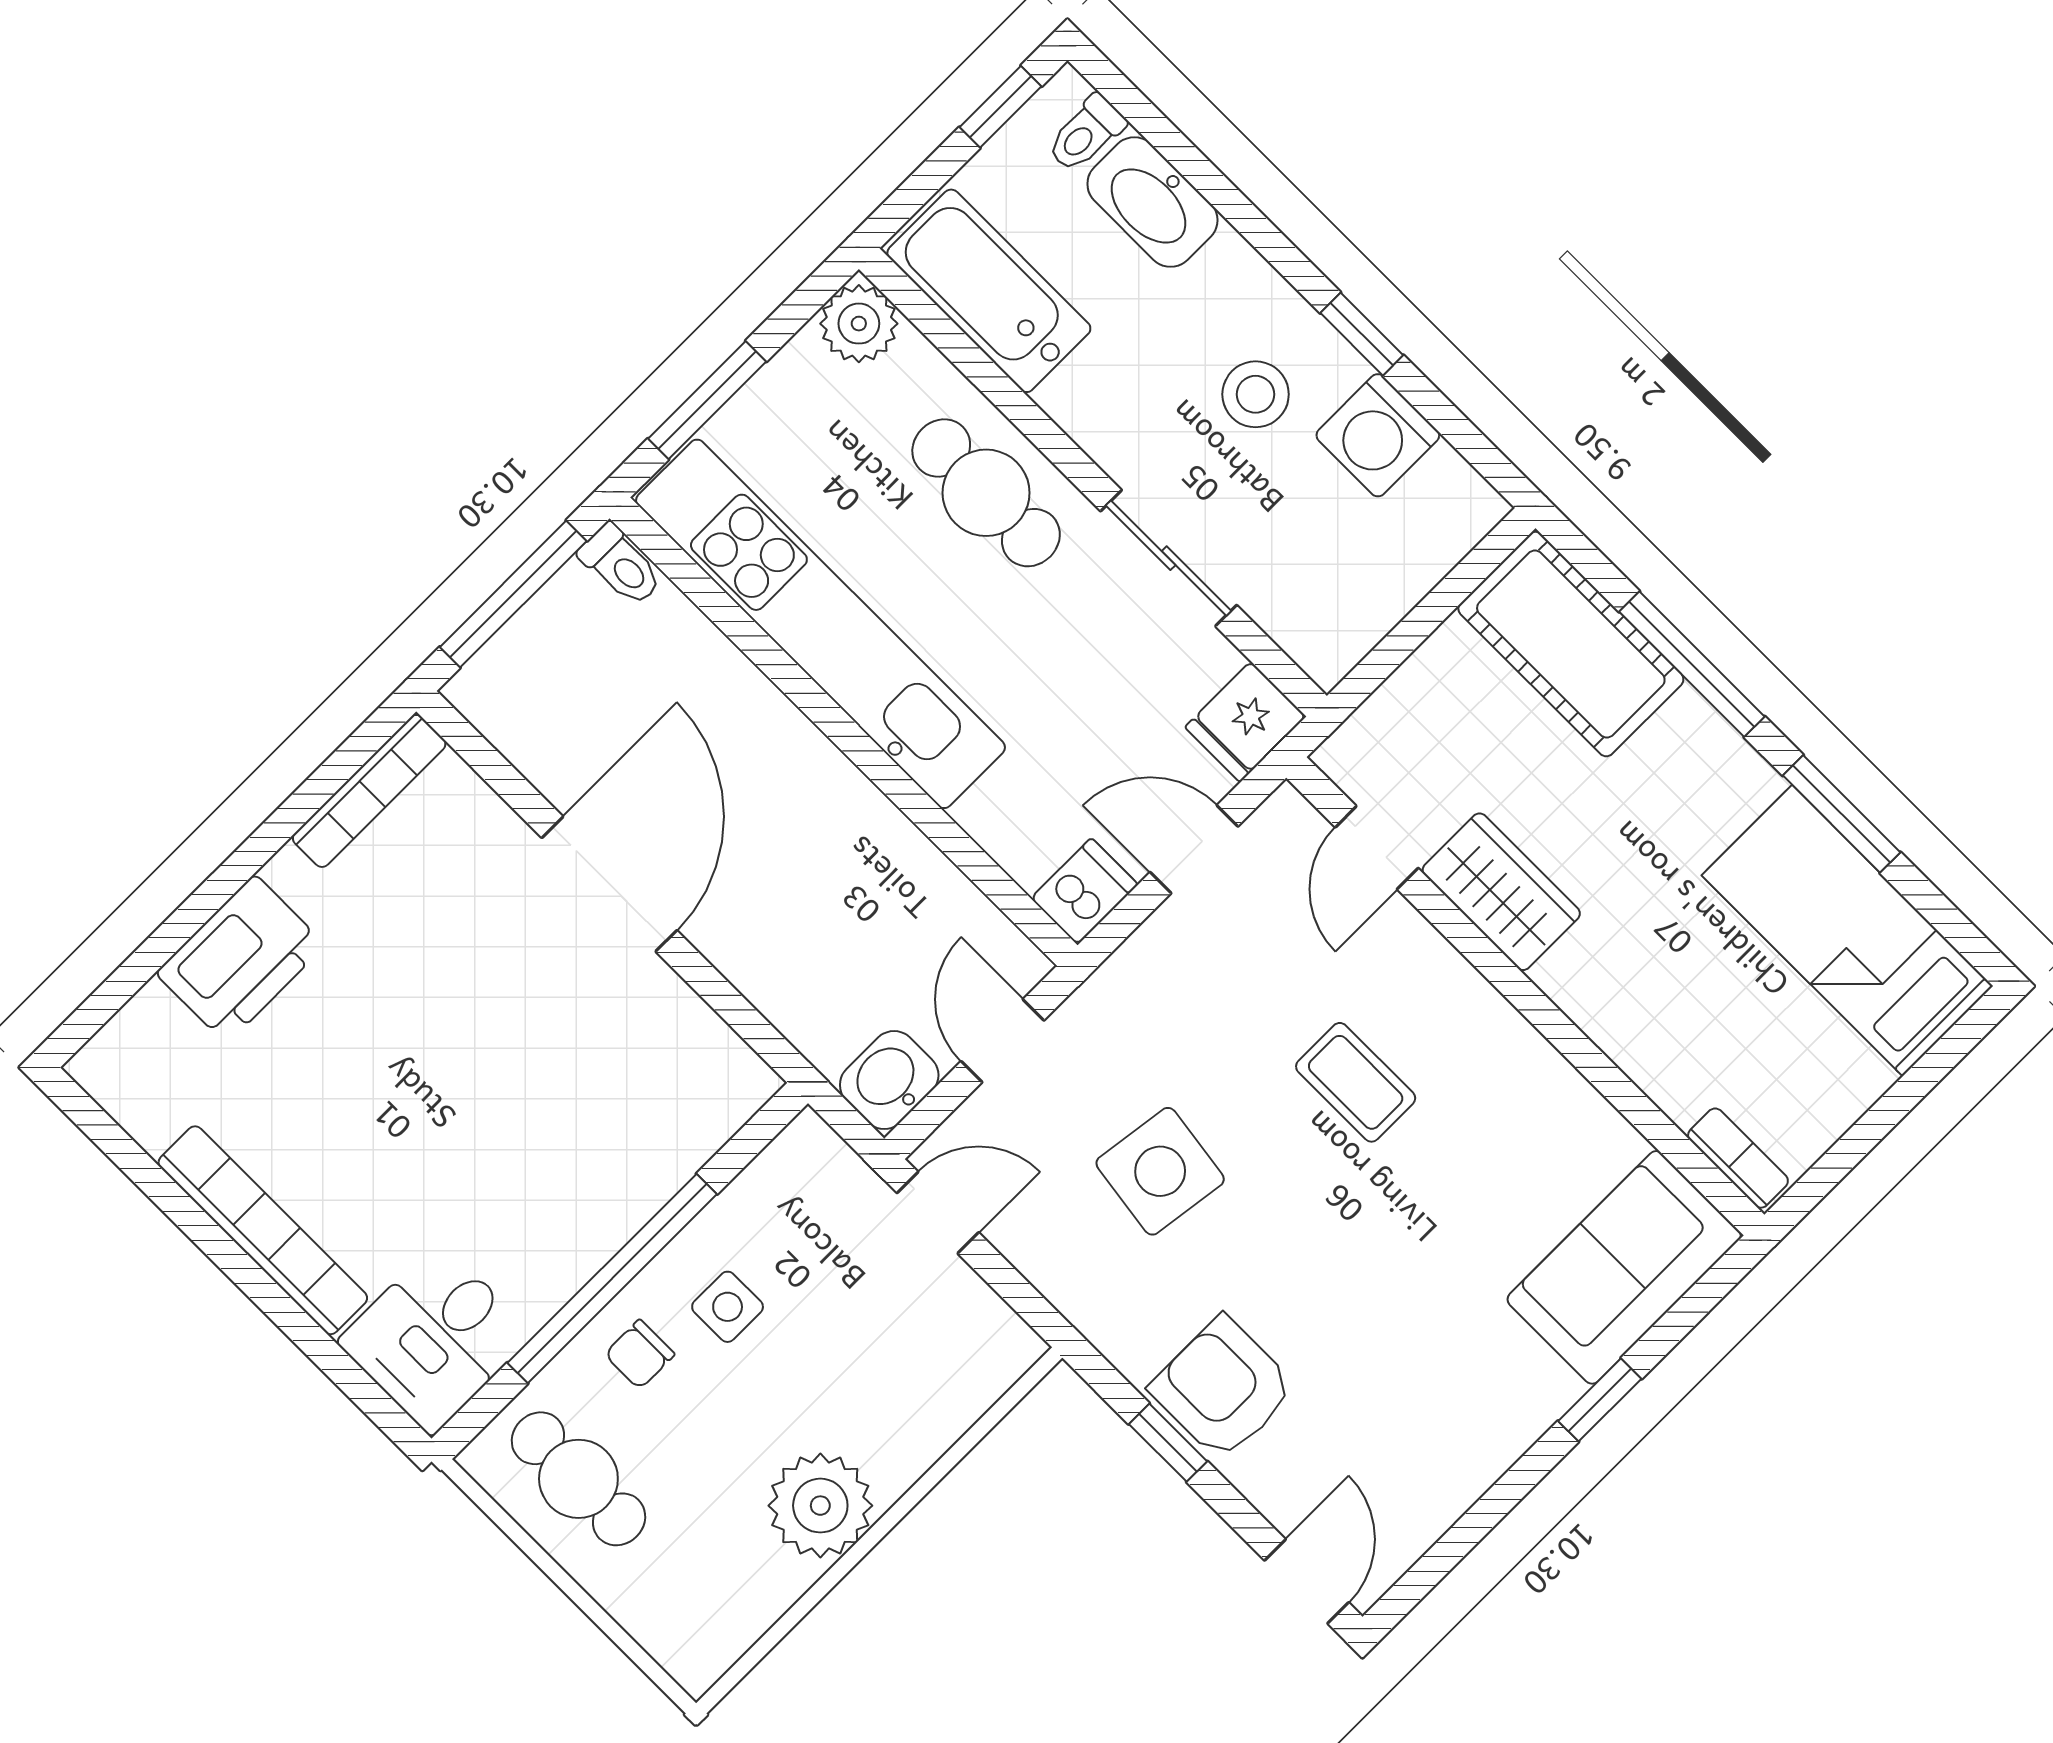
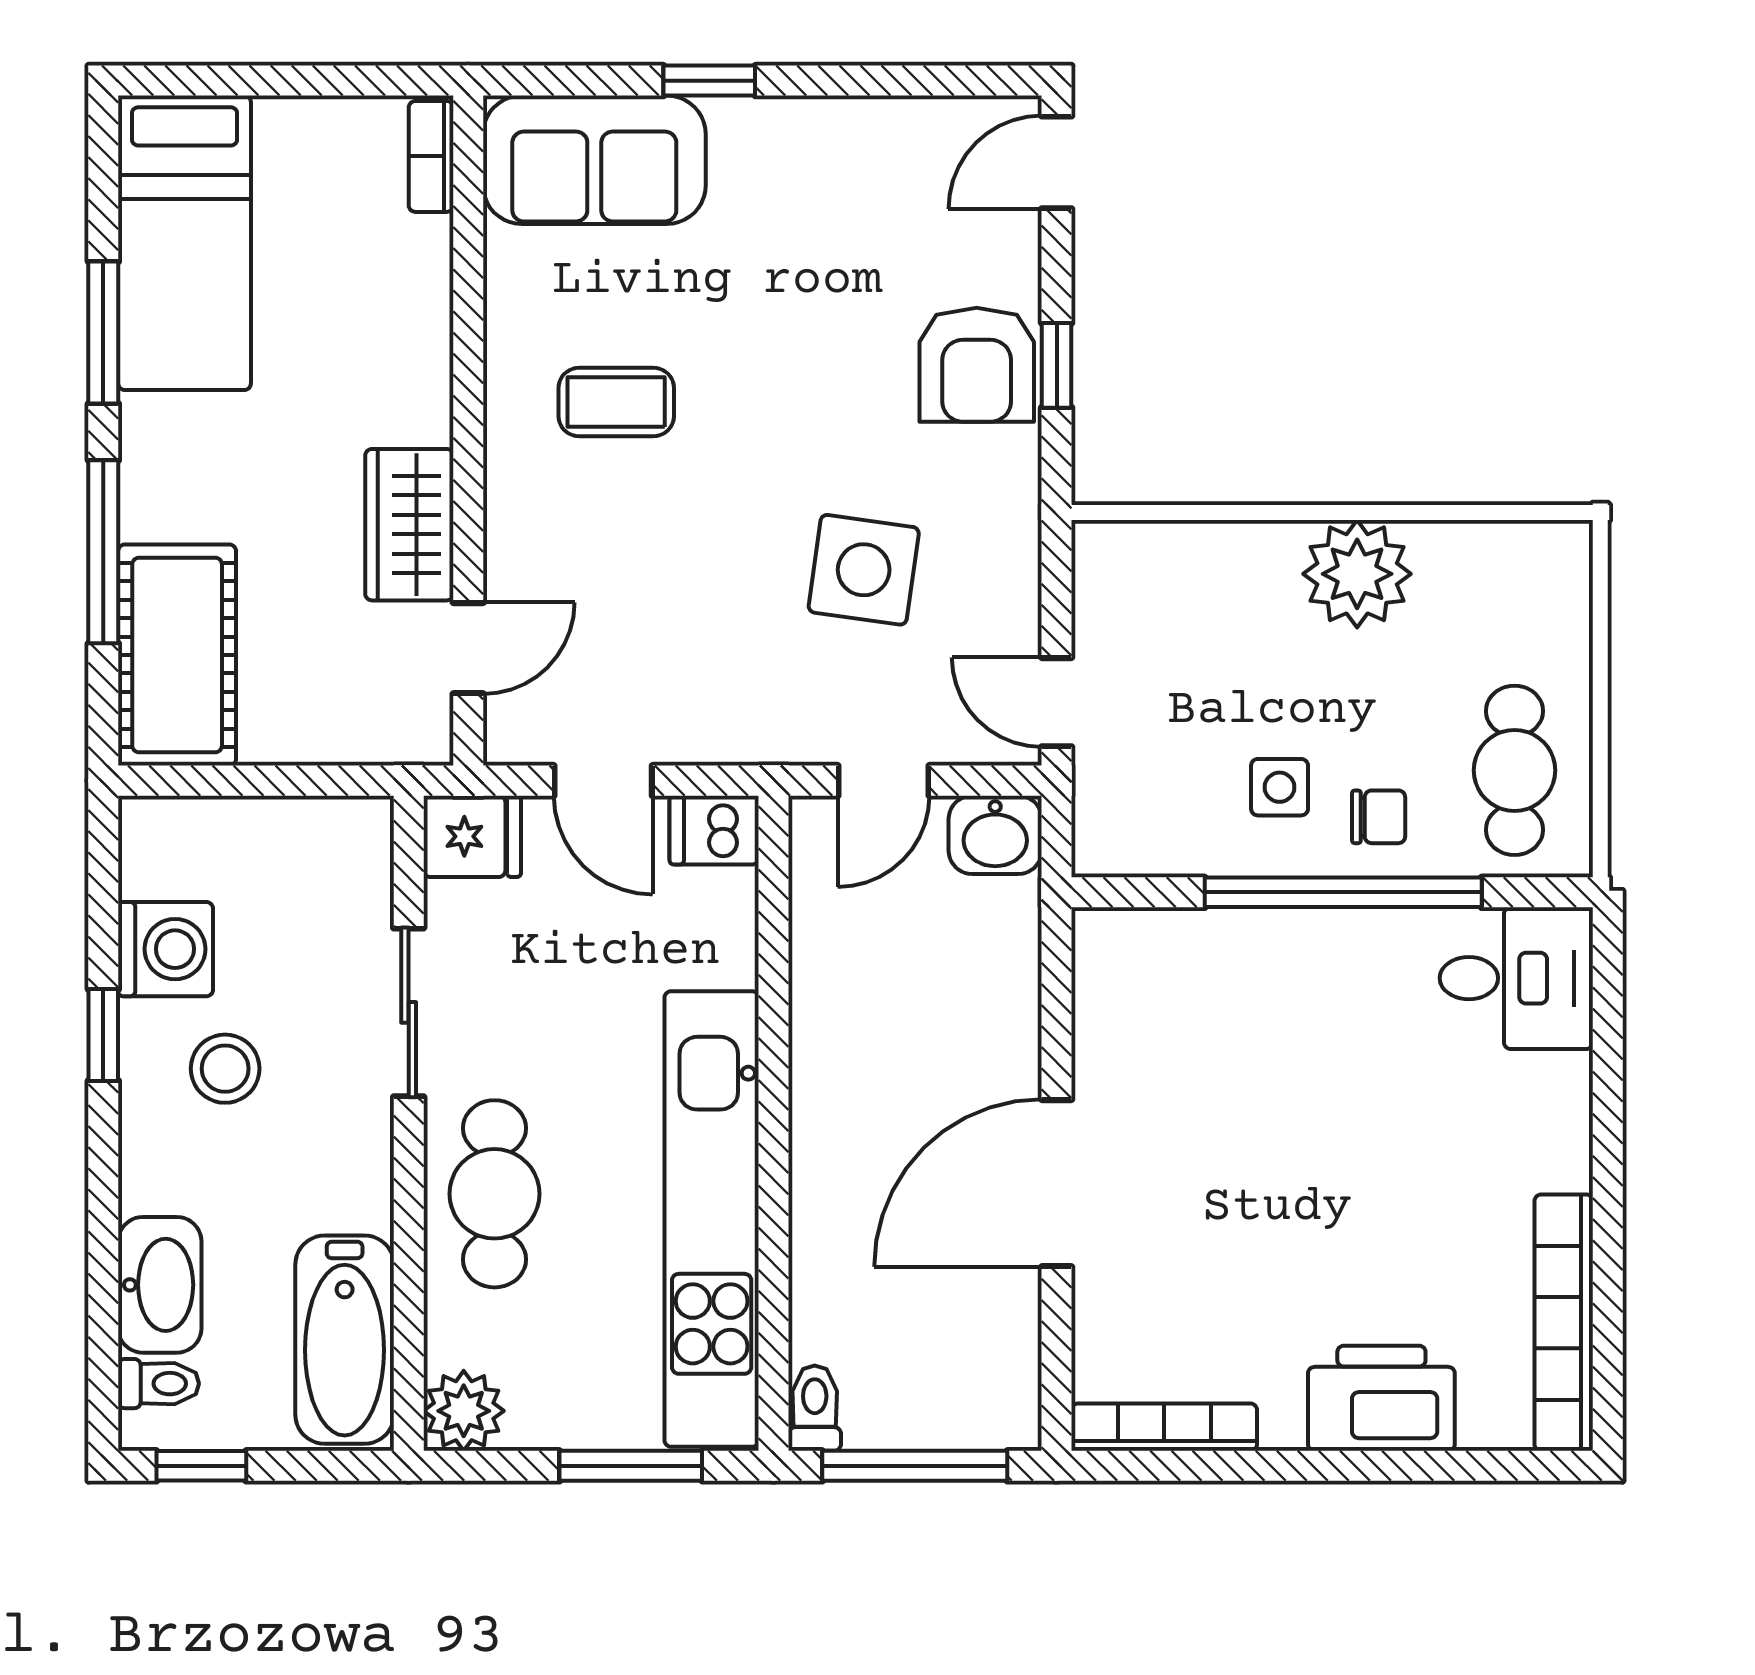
coffee table: (1356, 1082) -> (616, 402), moved, turned 90
bookcase: (263, 1230) -> (1564, 1323), moved

